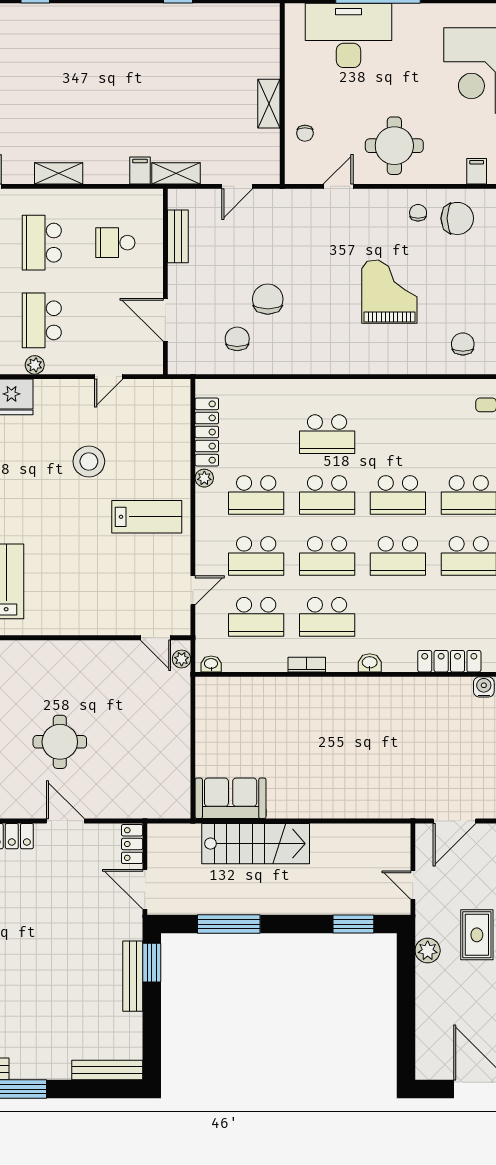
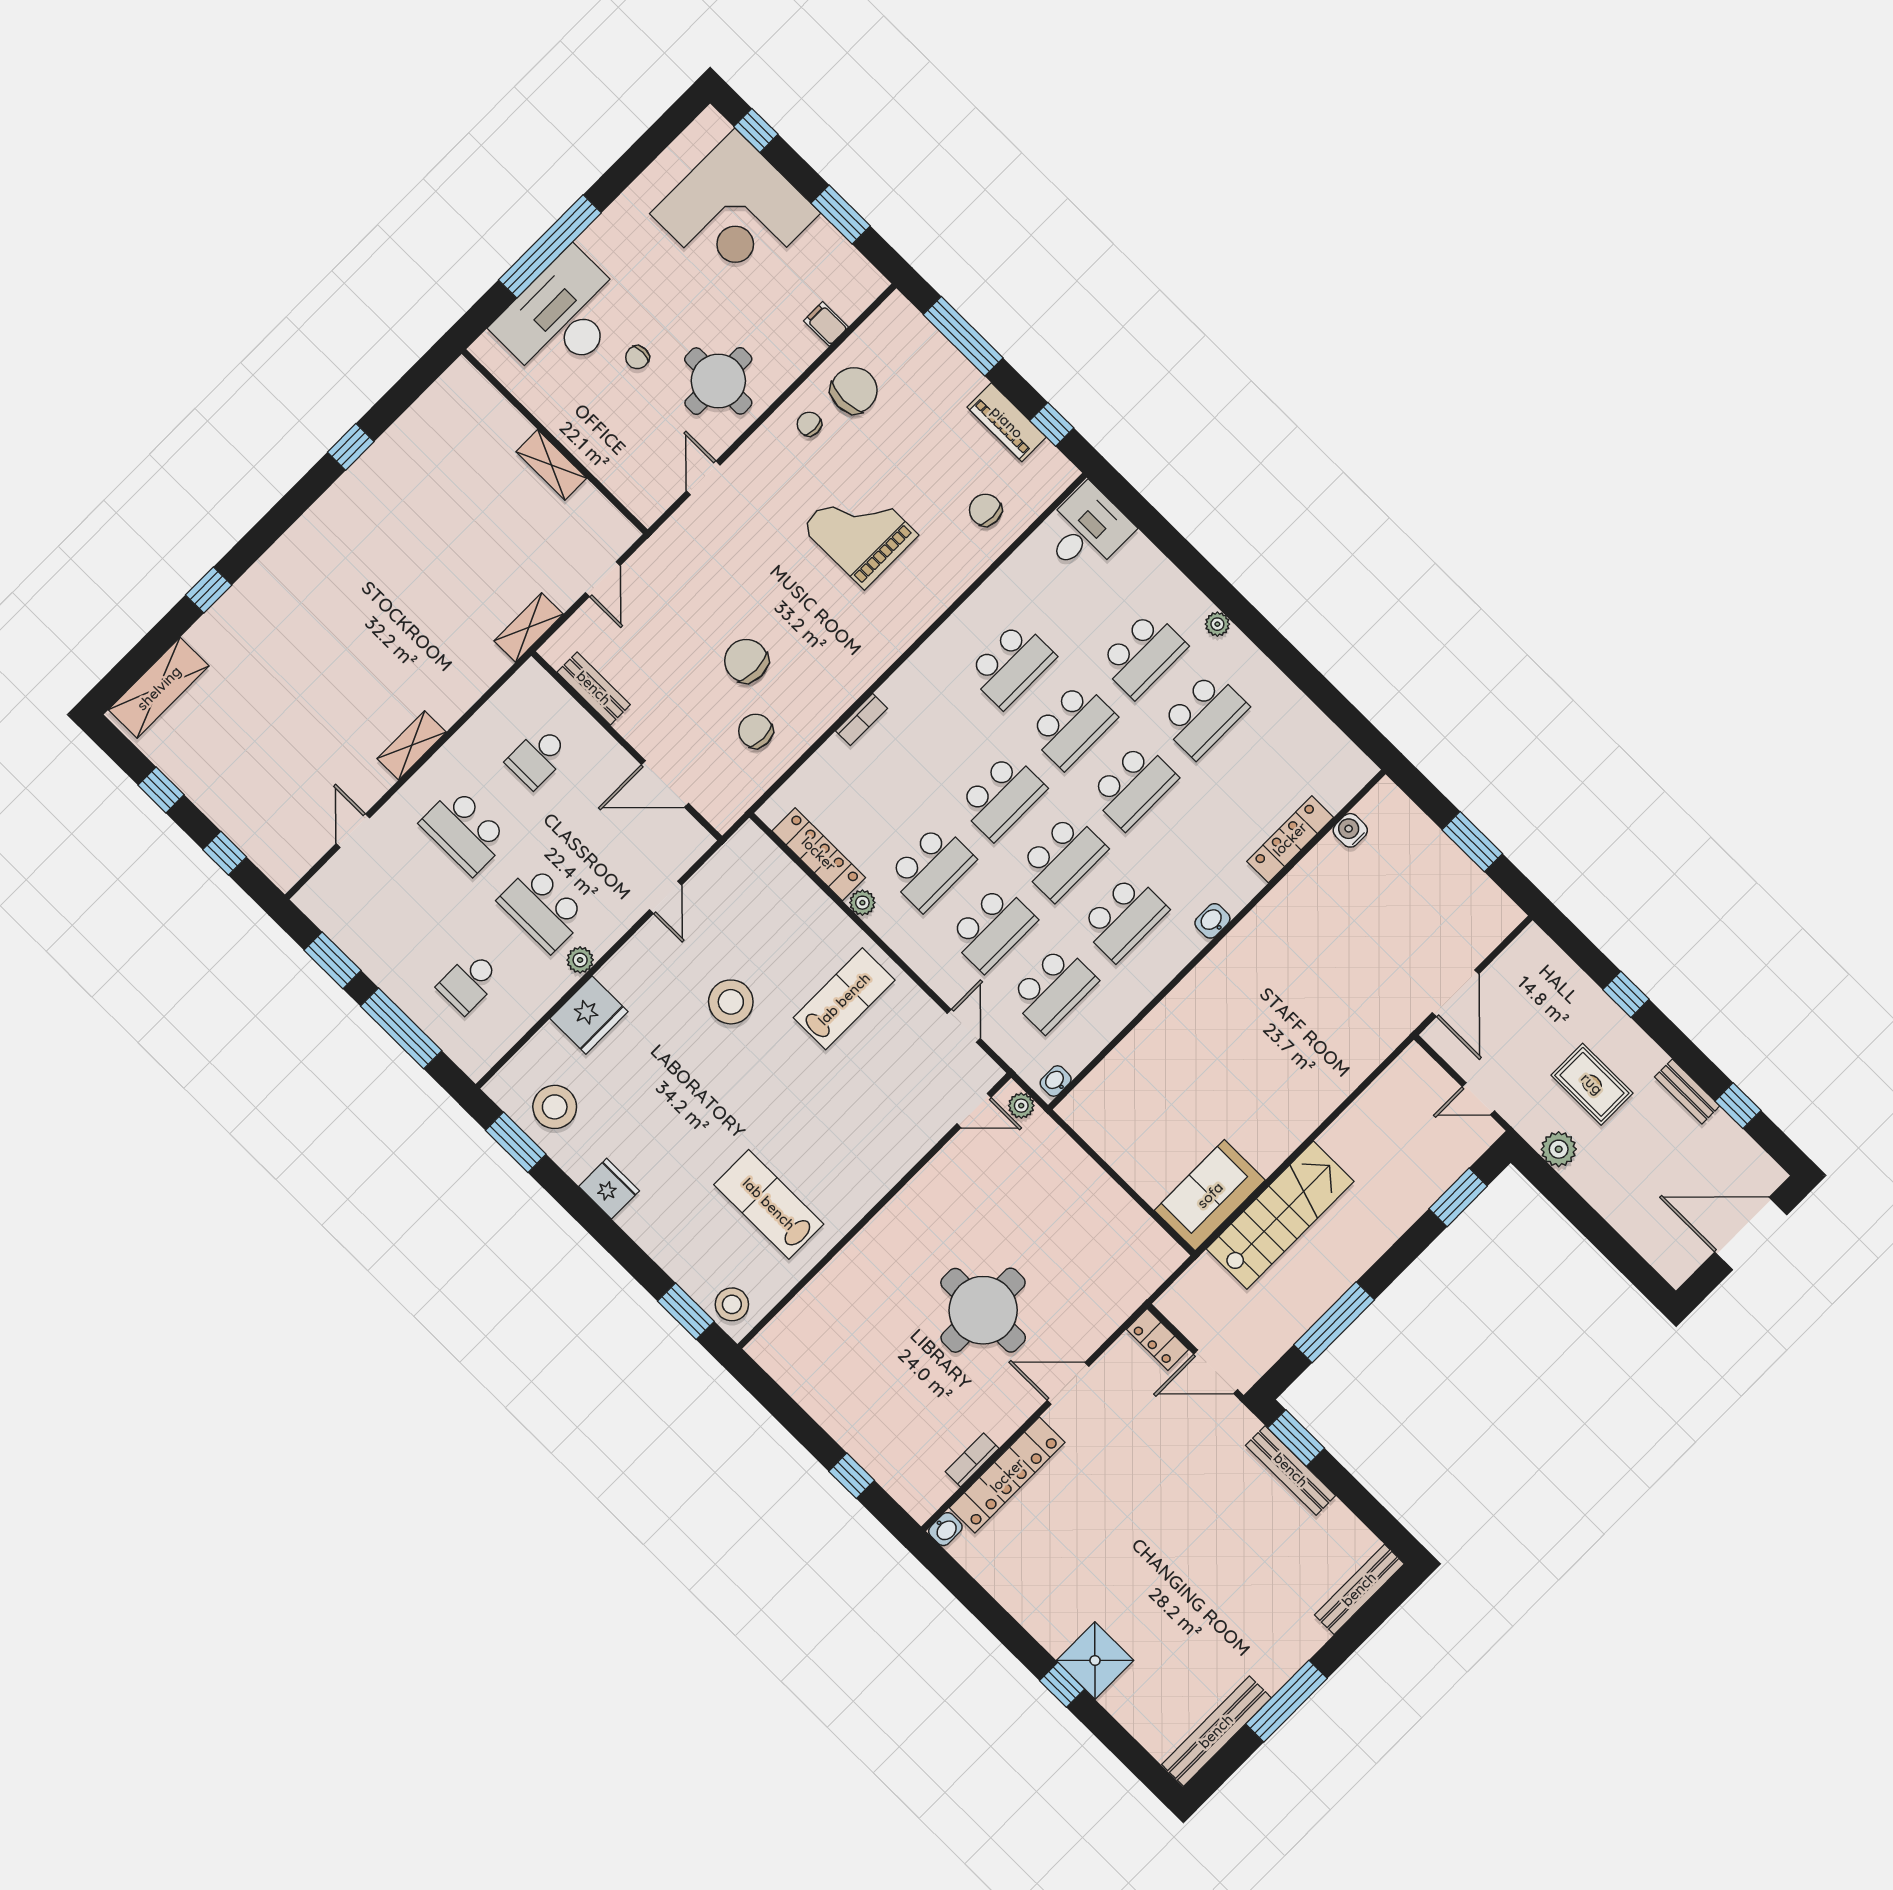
chair: (305, 133) -> (637, 357), moved, turned 90
filing cabinet: (140, 171) -> (490, 661), removed
school desk: (327, 434) -> (1011, 665), moved
bookcase: (307, 665) -> (861, 720), moved, turned 180
round table: (60, 742) -> (983, 1310), width x1.36, depth x1.36

